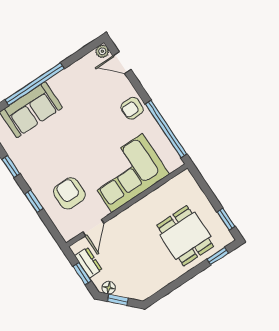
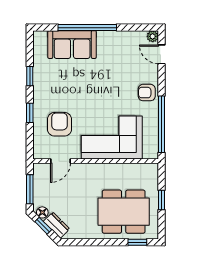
window: (226, 219) -> (161, 200), moved
dining table: (185, 236) -> (124, 212), width x1.38
dresser: (88, 263) -> (57, 225), moved, turned -45
window: (82, 274) -> (30, 189), width x1.50

